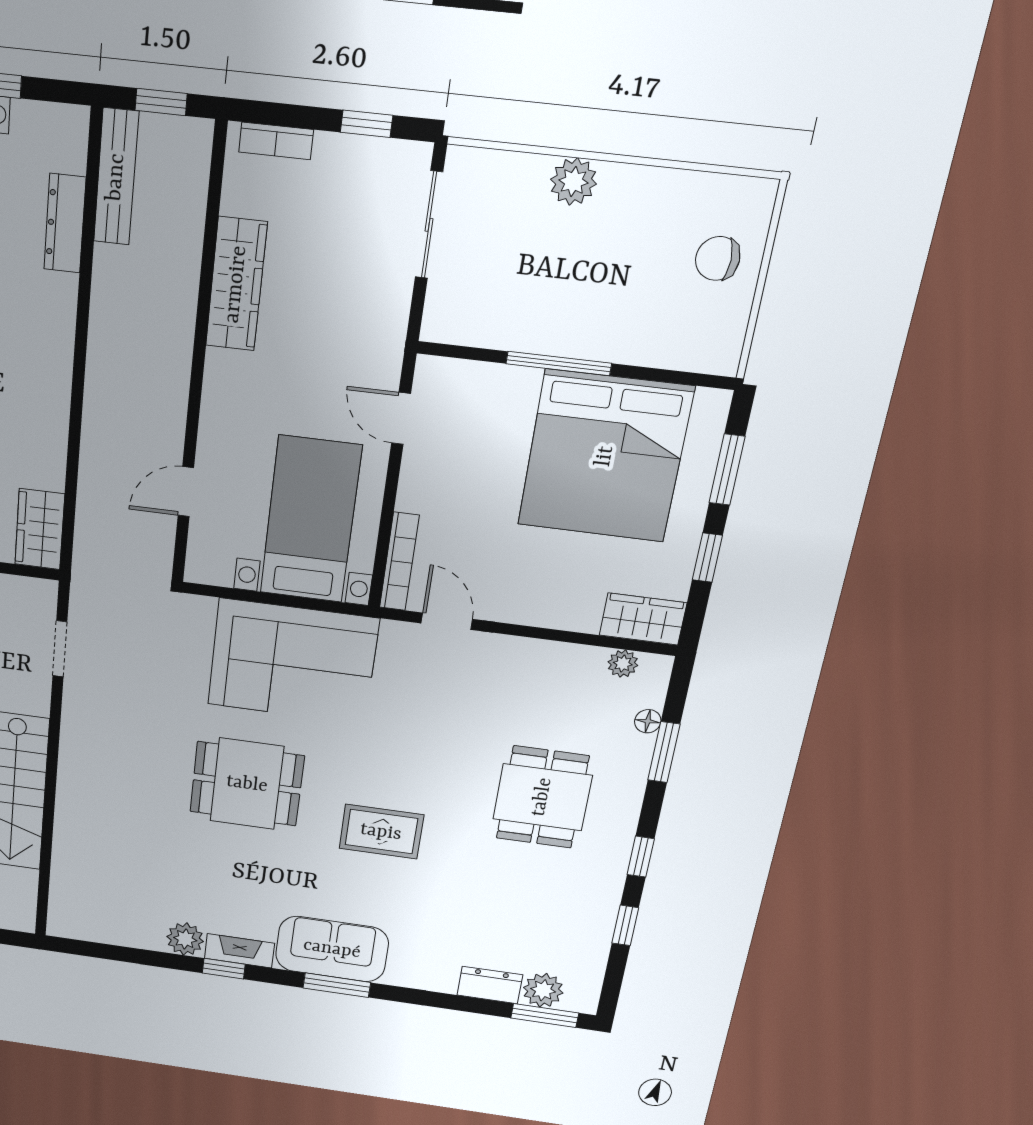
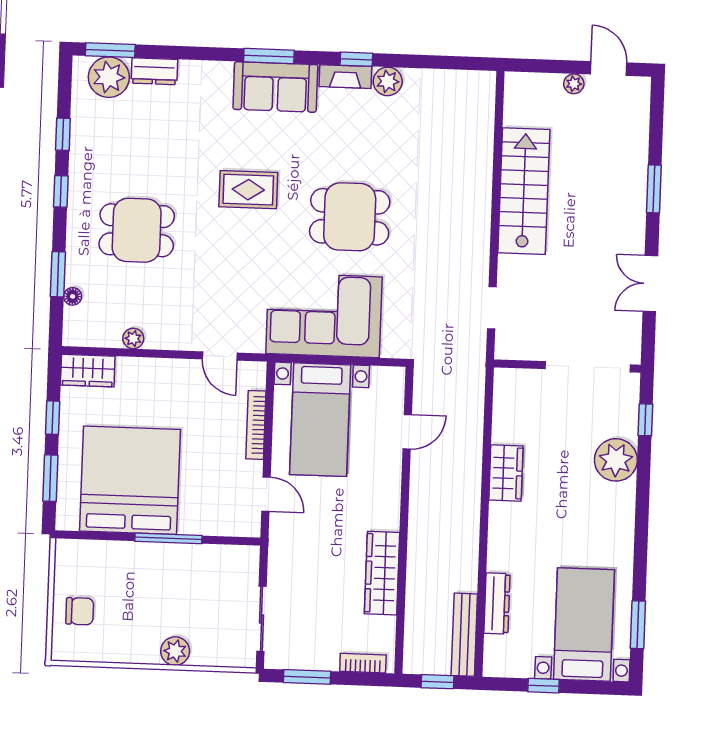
window: (367, 124) -> (307, 677), width x1.50
wardrobe: (40, 529) -> (506, 473), moved
bookcase: (399, 562) -> (256, 425), moved
plant: (623, 664) -> (133, 338), moved
dining table: (542, 797) -> (137, 230), turned 90
plant: (543, 990) -> (109, 77), width x1.36, depth x1.36

